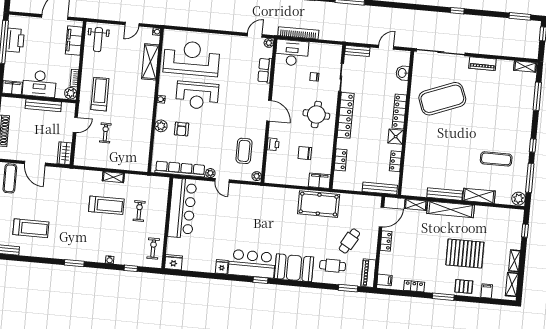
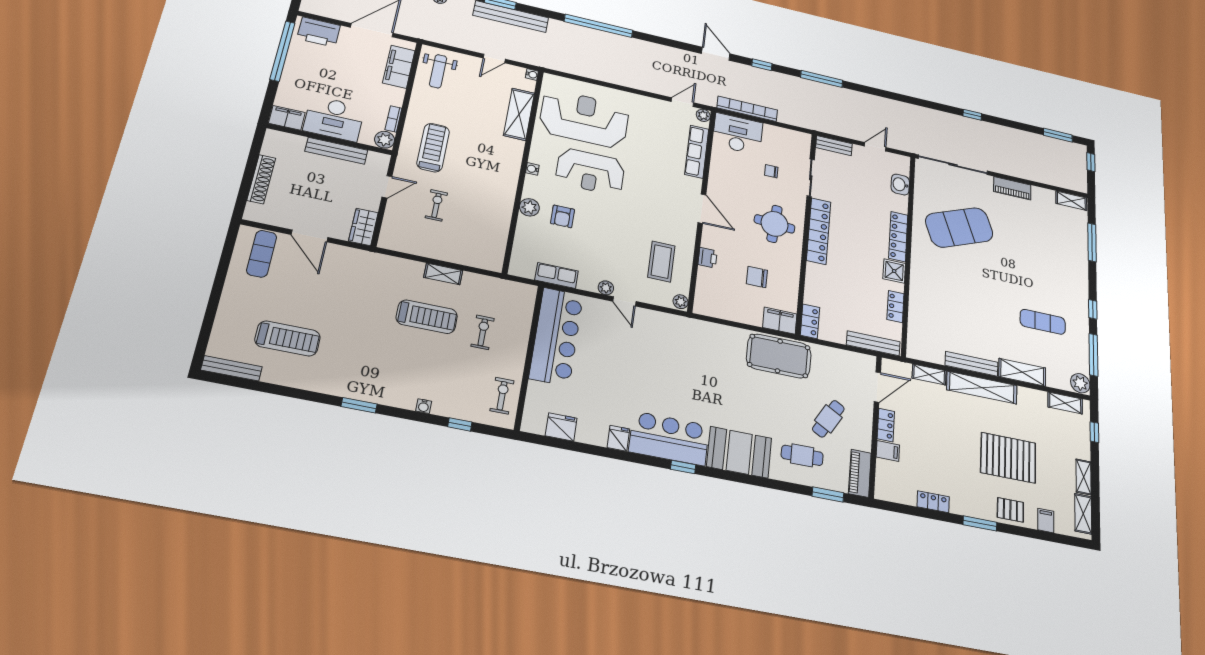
printer: (15, 40) -> (319, 32), moved, turned 90
row of seats: (265, 70) -> (697, 152), width x1.48
locker: (341, 160) -> (810, 321), moved
row of seats: (180, 169) -> (557, 276), width x0.50
shelving: (507, 213) -> (1065, 403), added
fridge: (173, 262) -> (561, 427), moved
filing cabinet: (385, 280) -> (888, 451), moved

